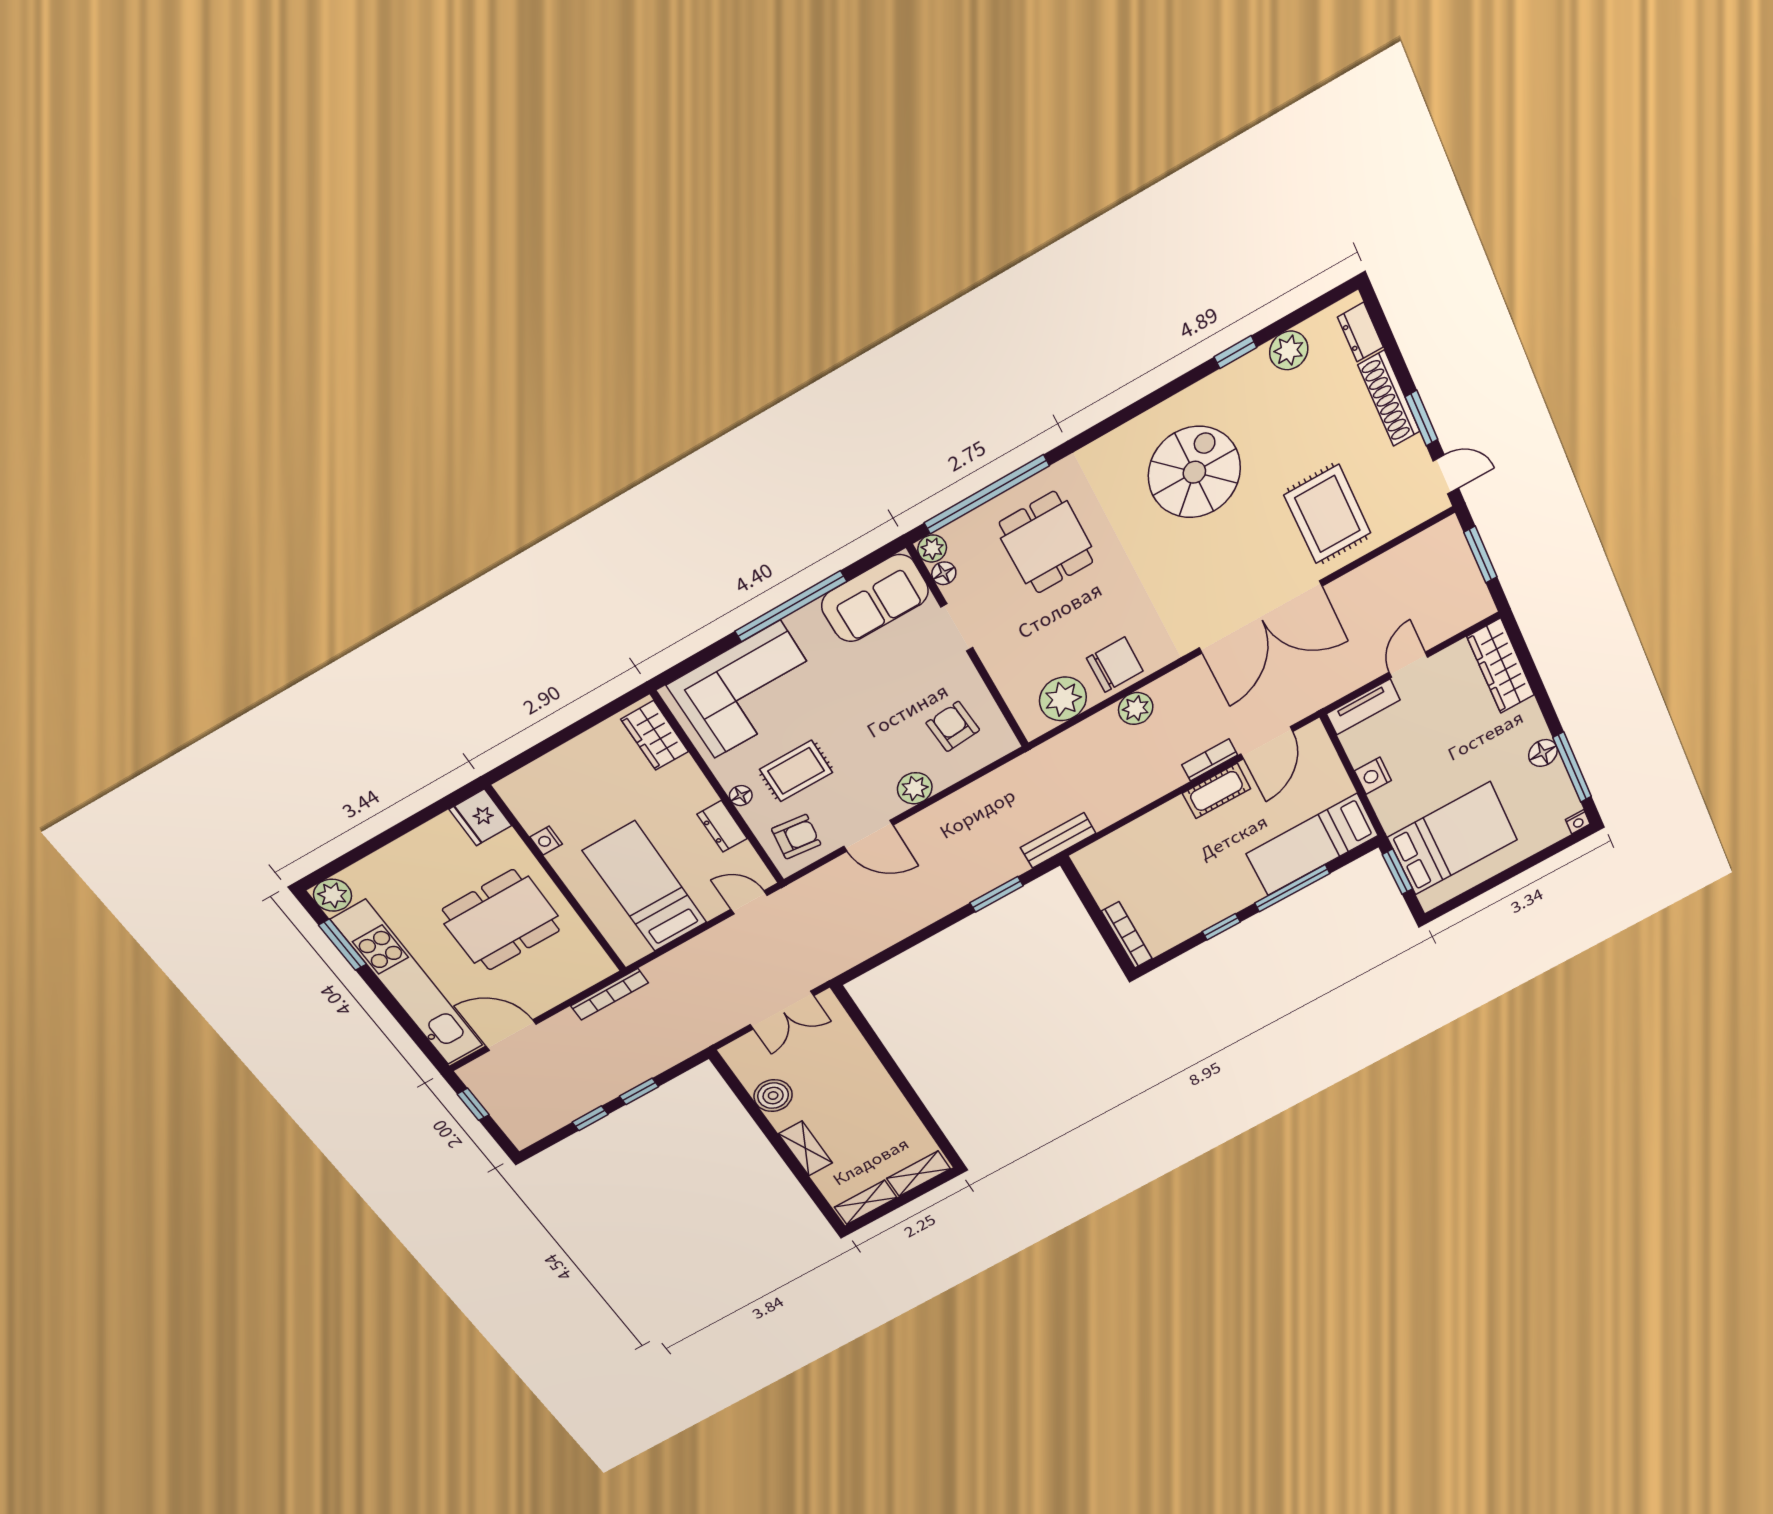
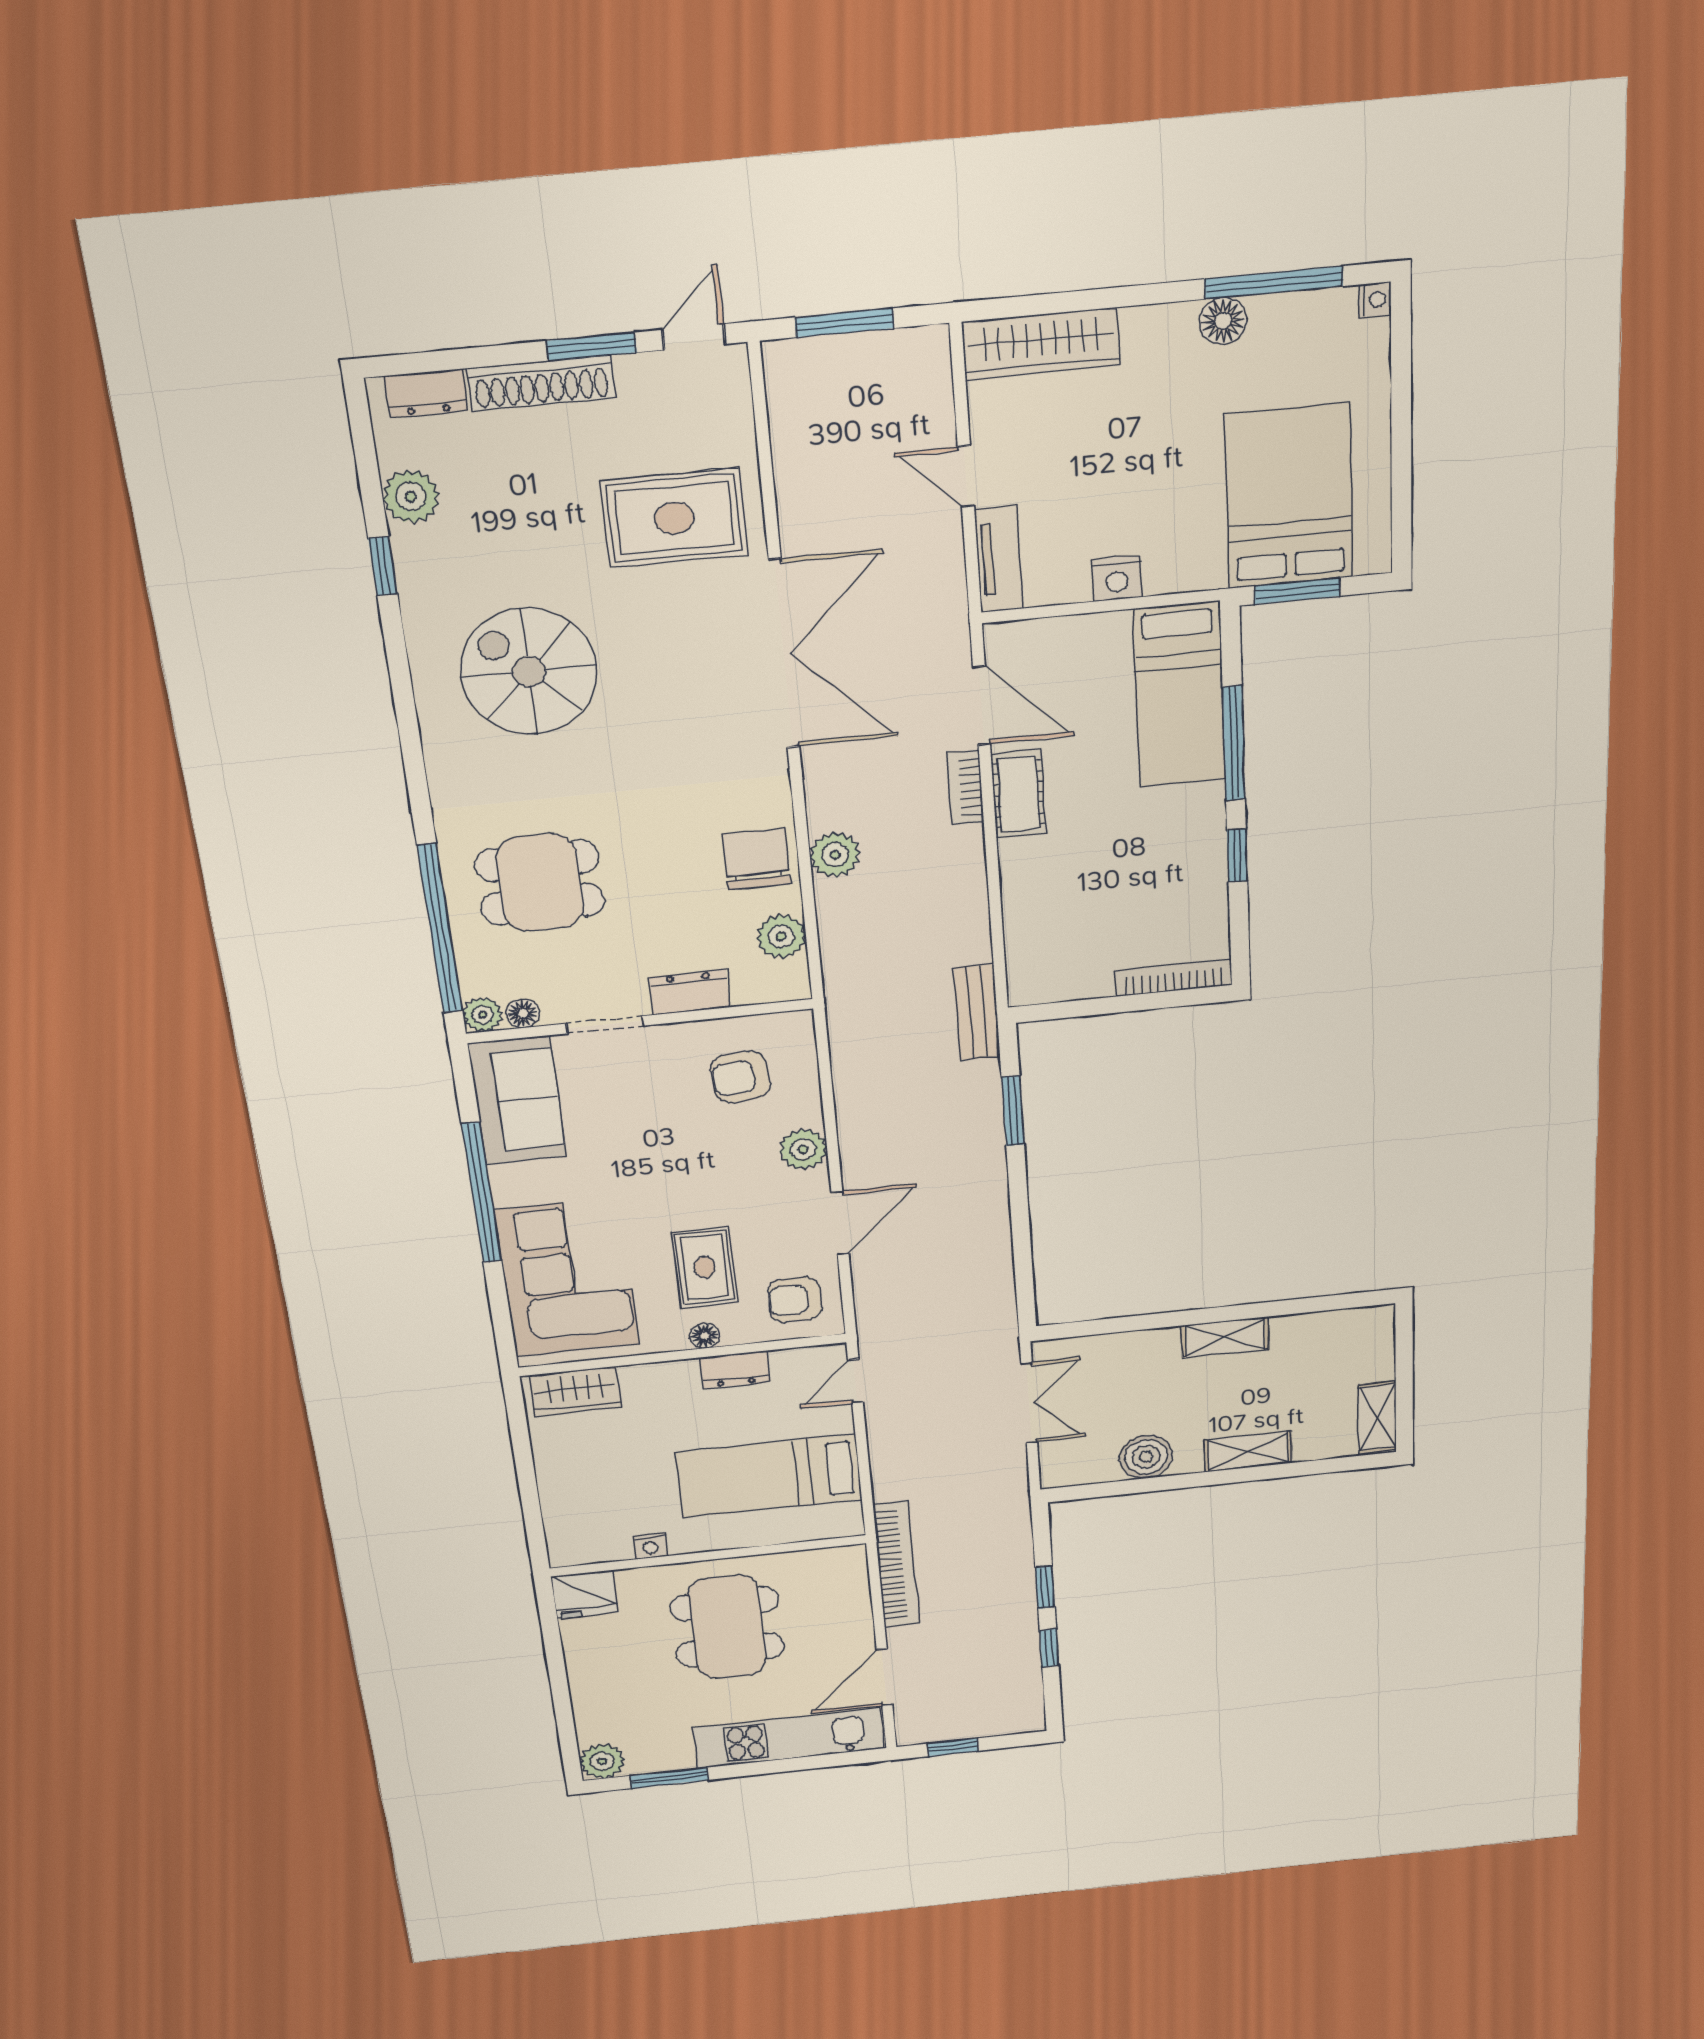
dresser: (1003, 668) -> (690, 992), added
plant: (1063, 699) -> (781, 936), width x0.73, depth x0.73
armchair: (796, 837) -> (795, 1300), turned -97
kitchen unit: (408, 983) -> (789, 1738), width x0.73
bookcase: (609, 994) -> (896, 1564), width x1.48, depth x1.31
shelving: (919, 1174) -> (1225, 1337), moved, turned 90

